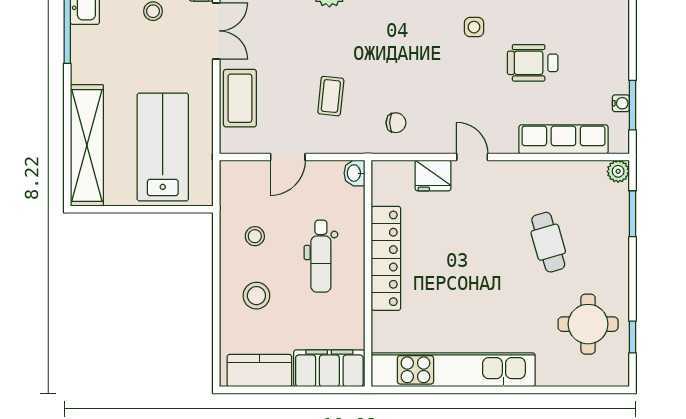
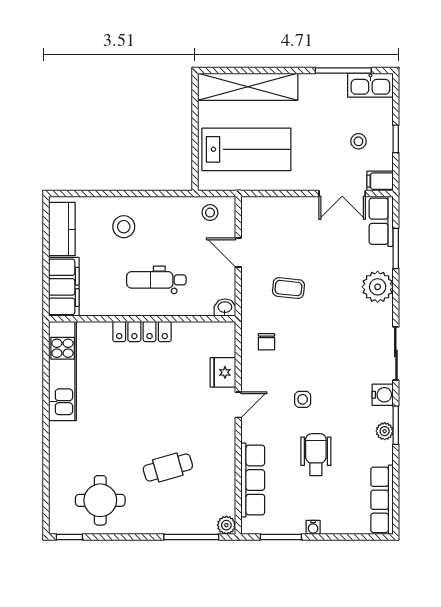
side table: (474, 27) -> (303, 399), moved
coffee table: (240, 98) -> (287, 213), removed
water cooler: (621, 103) -> (313, 527), moved
window: (632, 214) -> (191, 537), width x1.44
stool: (255, 236) -> (210, 213), moved
locker: (386, 258) -> (142, 331), width x0.71, depth x0.83
window: (632, 337) -> (69, 537), moved
kitchen unit: (453, 370) -> (63, 371), width x0.73

